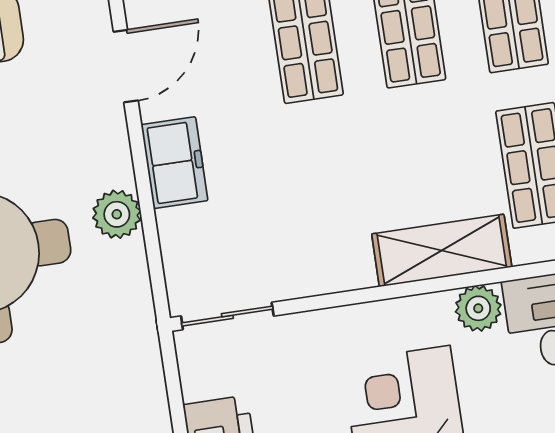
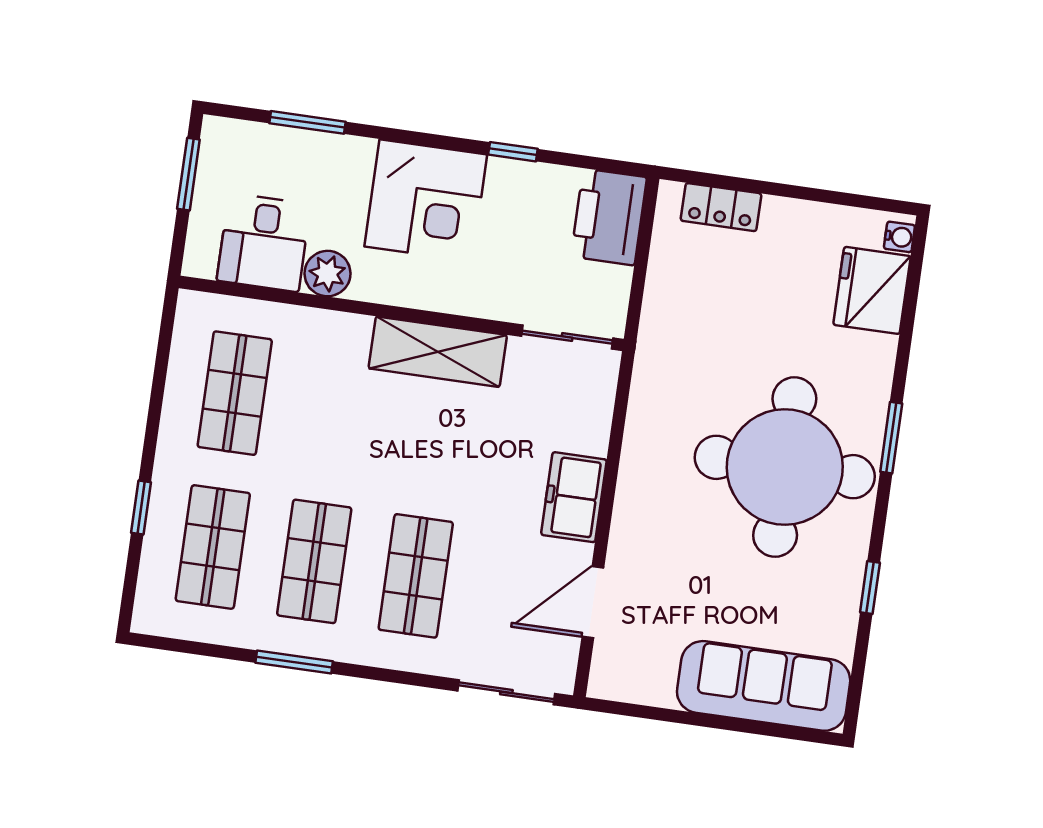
plant: (117, 214) -> (643, 465), removed
shelving: (442, 250) -> (438, 352), moved

